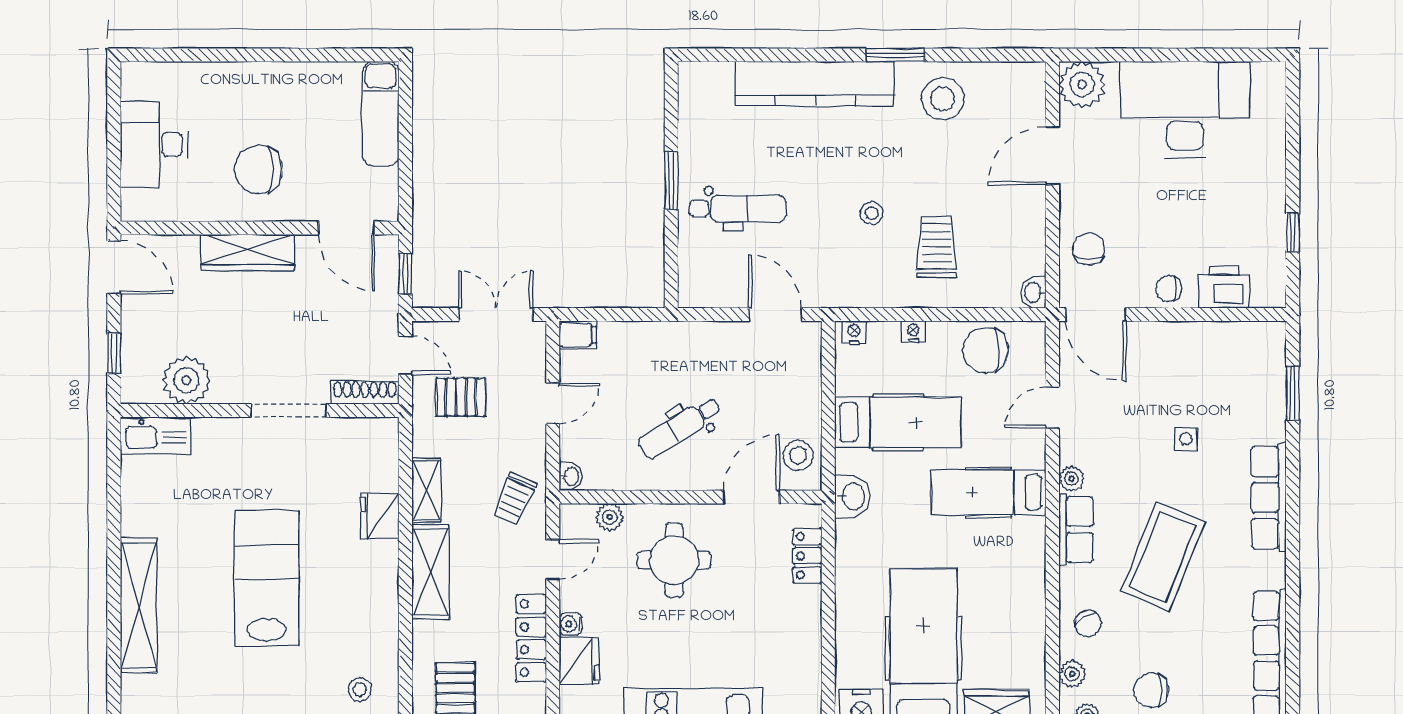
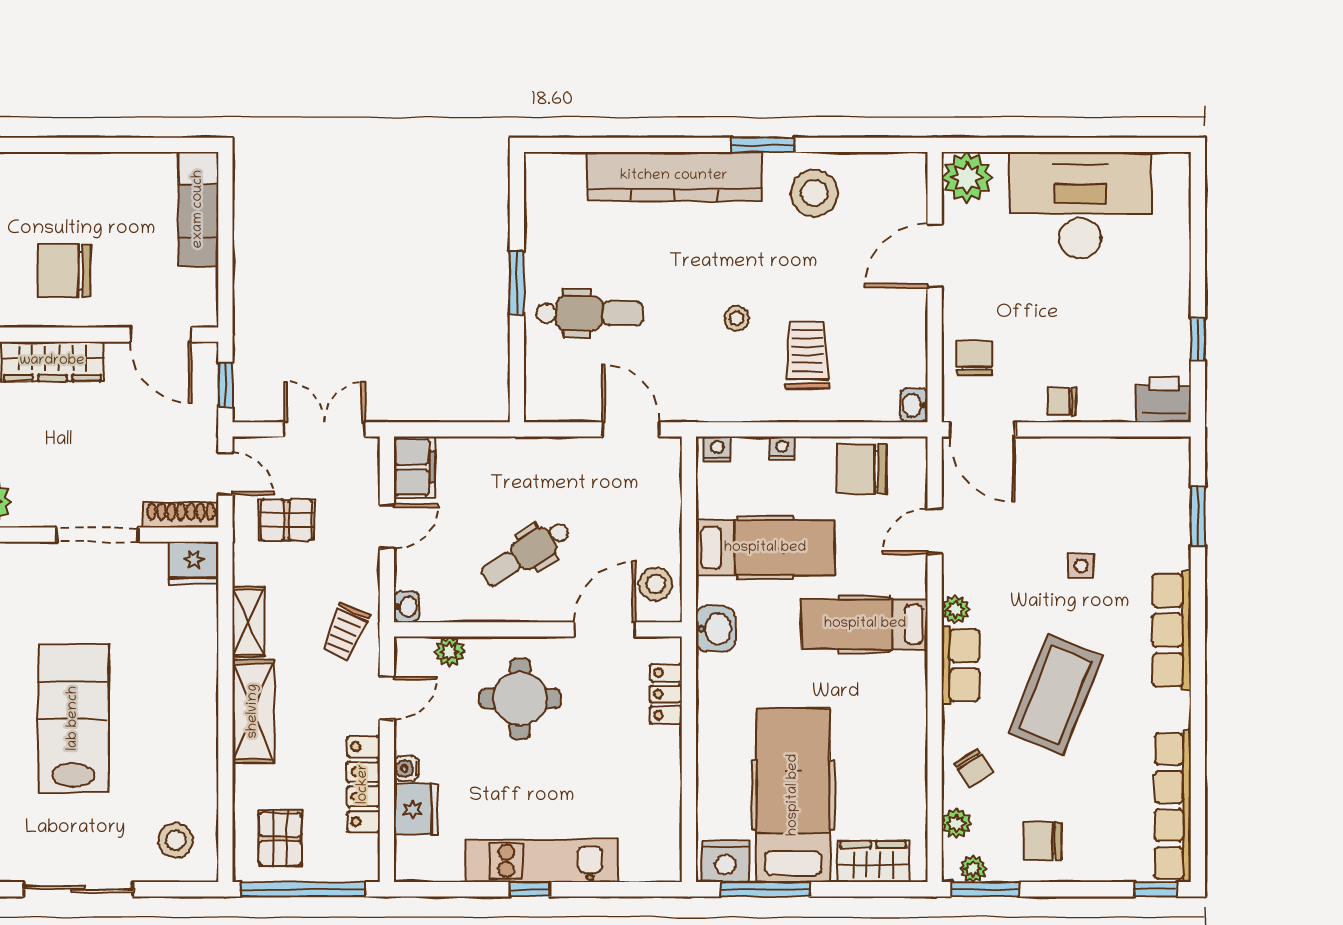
printer: (1224, 287) -> (1163, 400), moved
filing cabinet: (578, 335) -> (414, 467), width x2.00
fridge: (380, 516) -> (194, 563), moved, turned -90
stool: (360, 689) -> (176, 840), width x1.37, depth x1.37

